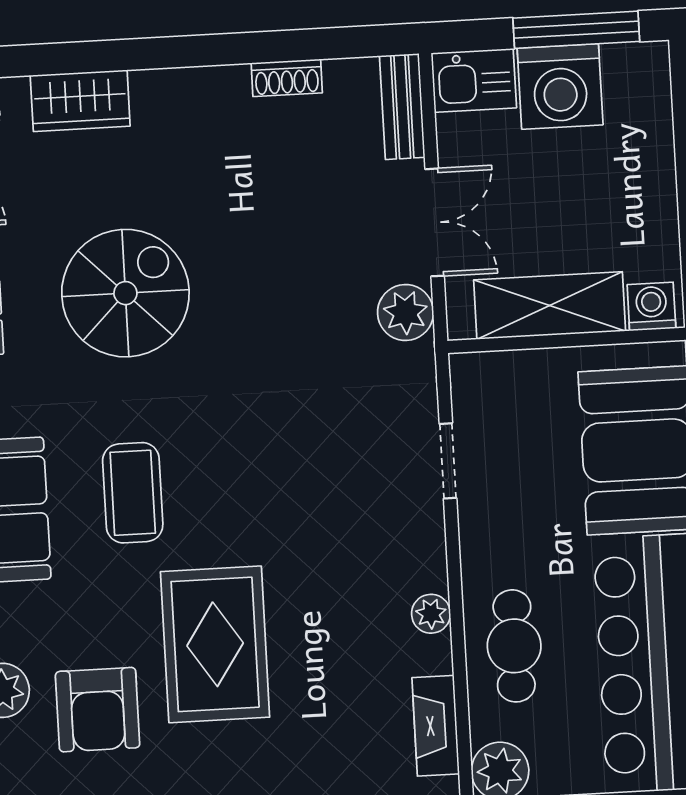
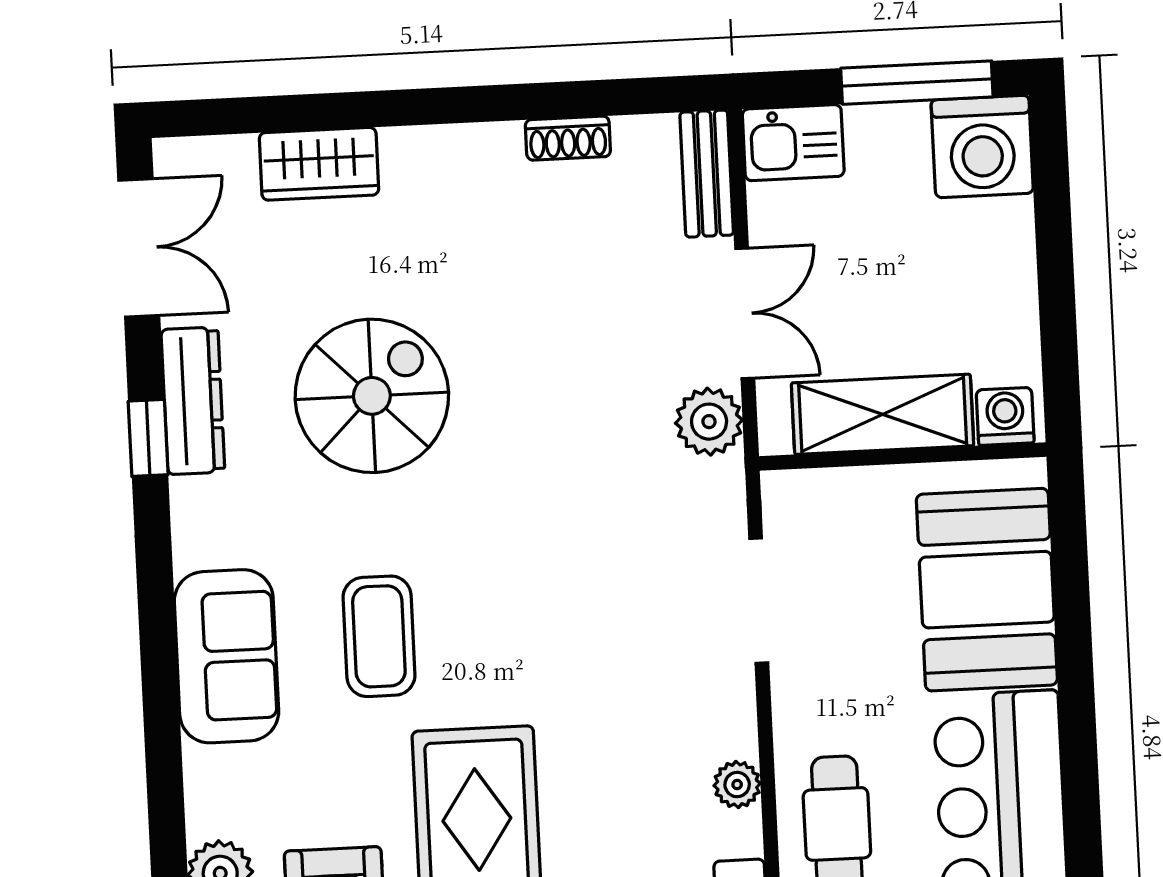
washing machine: (560, 86) -> (982, 147), moved
doorway: (448, 461) -> (759, 601), width x1.38

